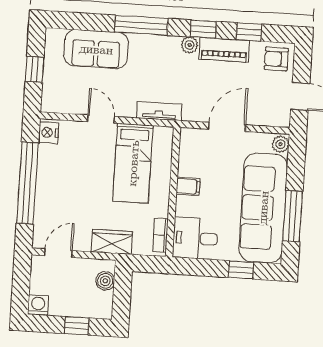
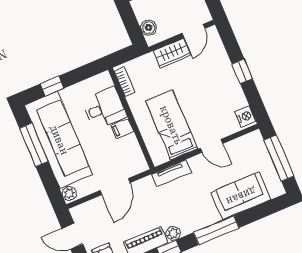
window: (35, 69) -> (279, 158), width x2.17
window: (27, 183) -> (242, 71), width x0.32
desk: (195, 238) -> (104, 108), moved
wardrobe: (112, 242) -> (172, 53), moved

